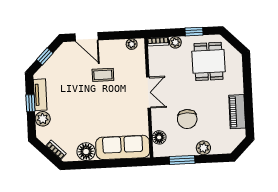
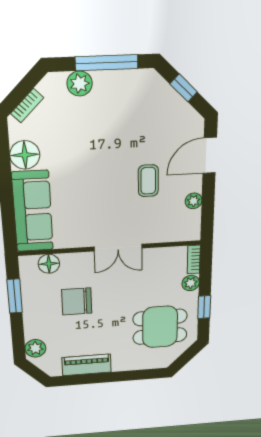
plant: (132, 44) -> (194, 201), moved
tv unit: (40, 95) -> (120, 80), removed
window: (30, 103) -> (107, 63), width x2.17
plant: (203, 148) -> (35, 348), moved

